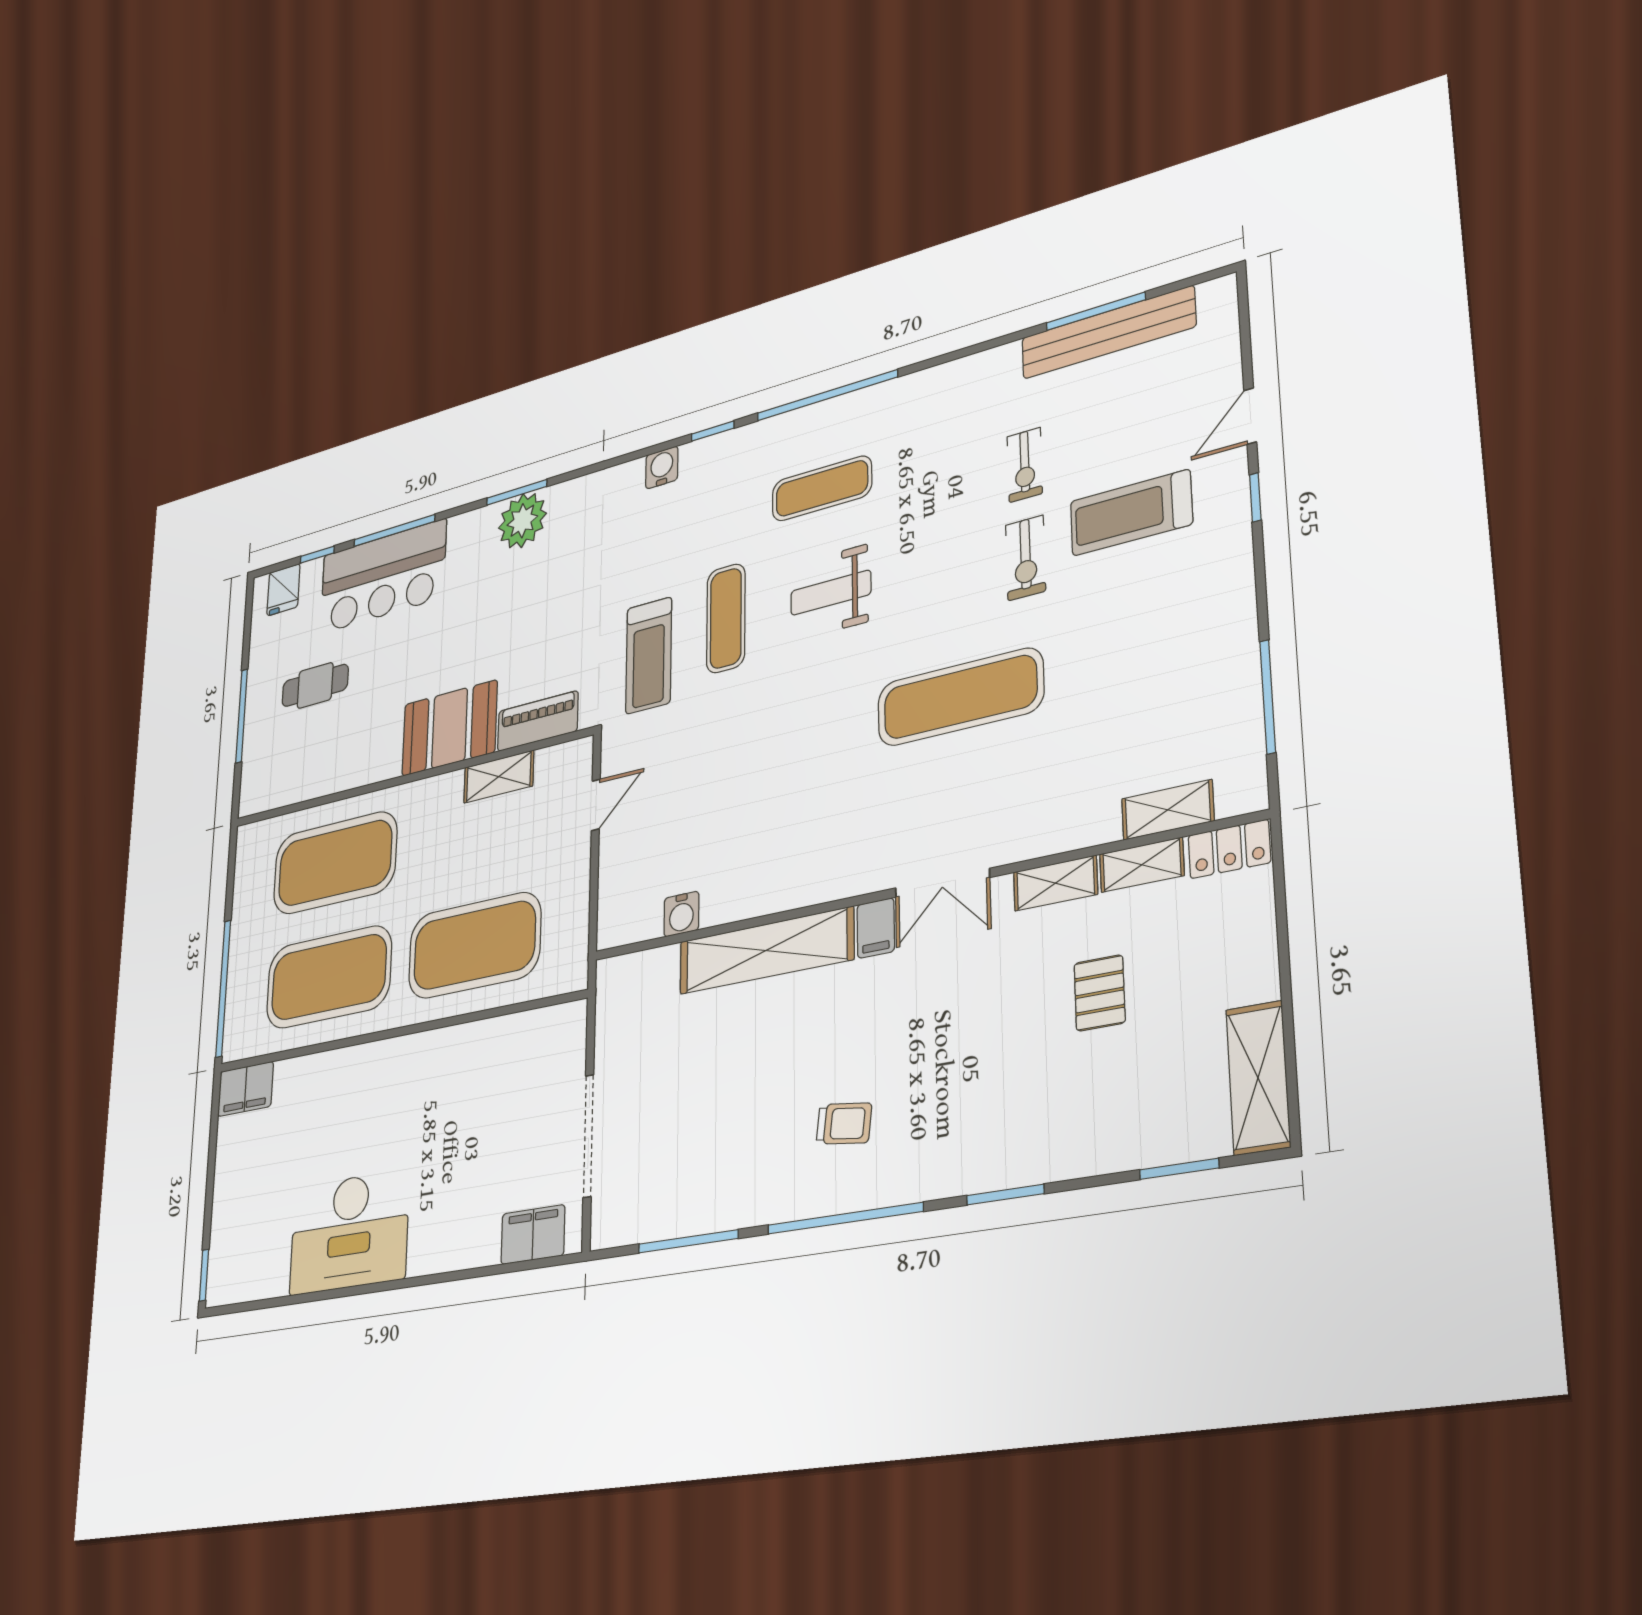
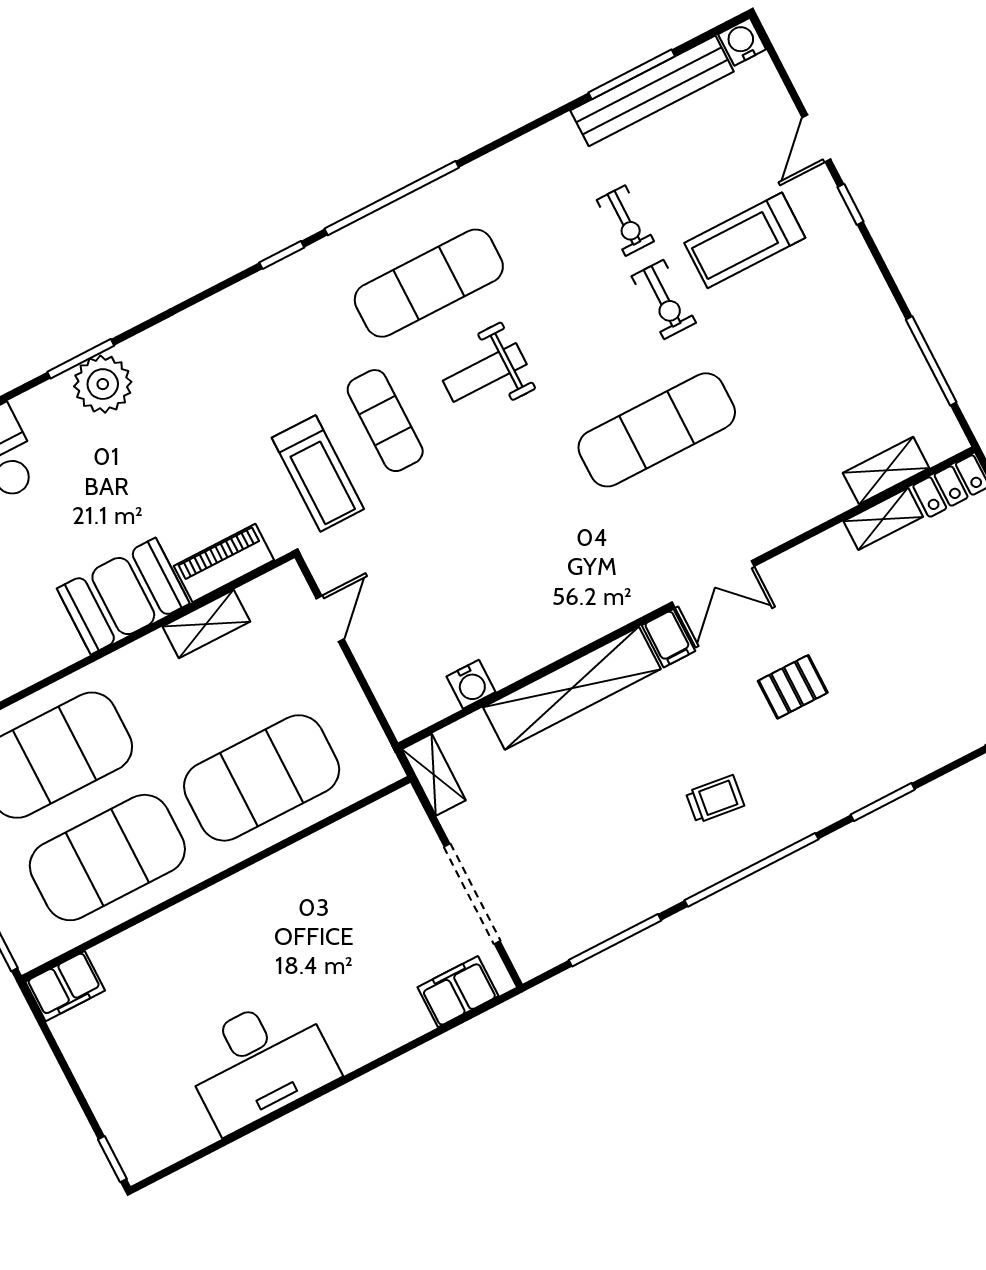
water cooler: (662, 468) -> (742, 42), moved
exercise mat: (822, 488) -> (429, 283), width x1.36, depth x1.45
shelving: (1055, 883) -> (434, 775), moved, turned 90
pallet: (1100, 993) -> (793, 687), moved, turned 90

